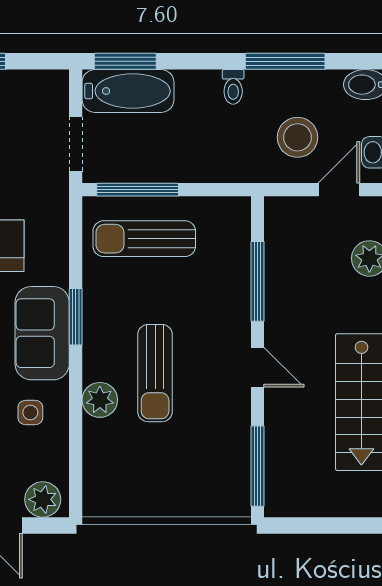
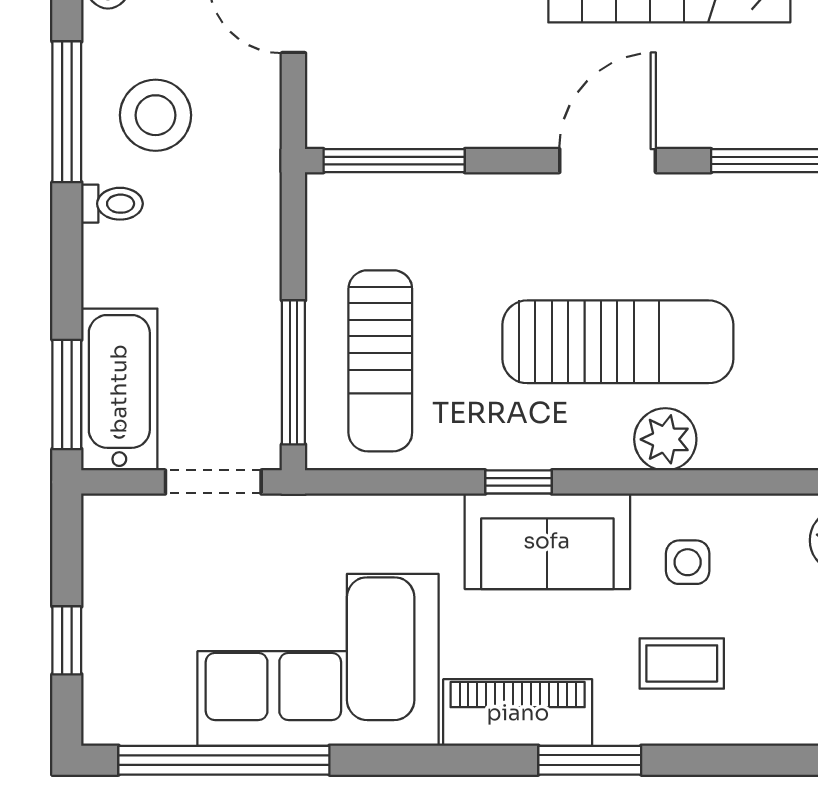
stool: (297, 137) -> (156, 115), moved
window: (257, 281) -> (394, 161), moved
window: (76, 317) -> (518, 482), width x0.67
door: (257, 367) -> (608, 161), width x1.38
sun lounger: (155, 373) -> (618, 342), width x1.36, depth x1.34

